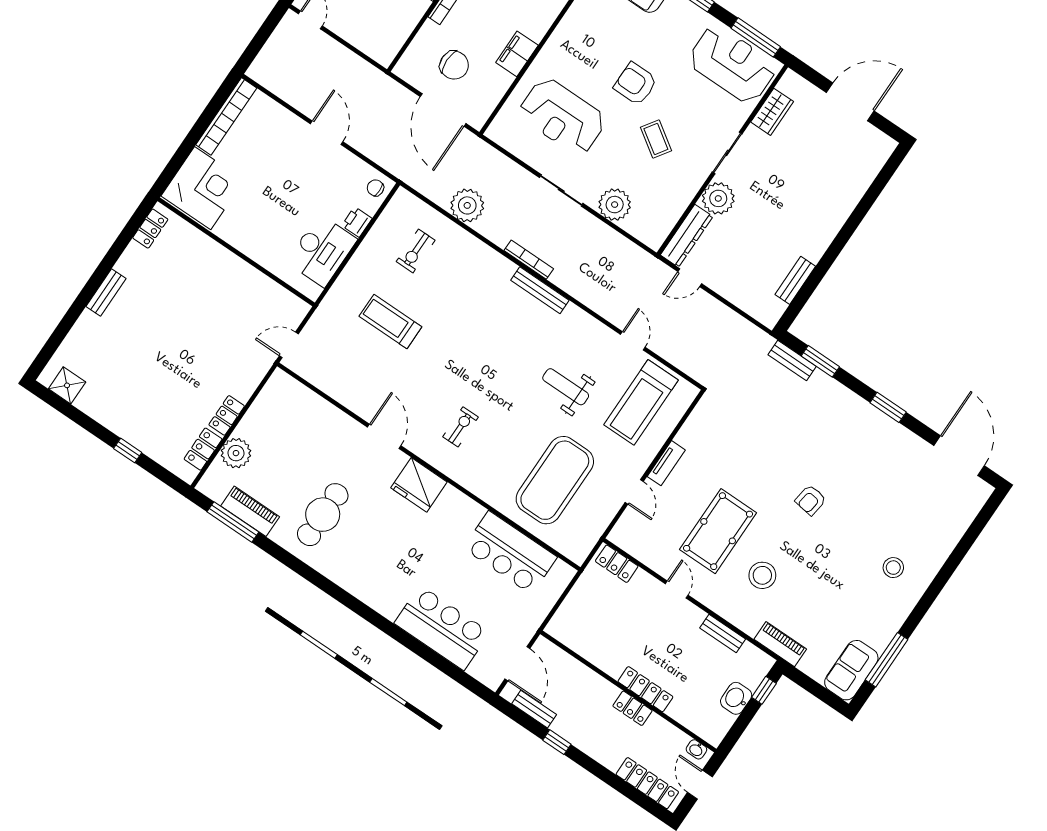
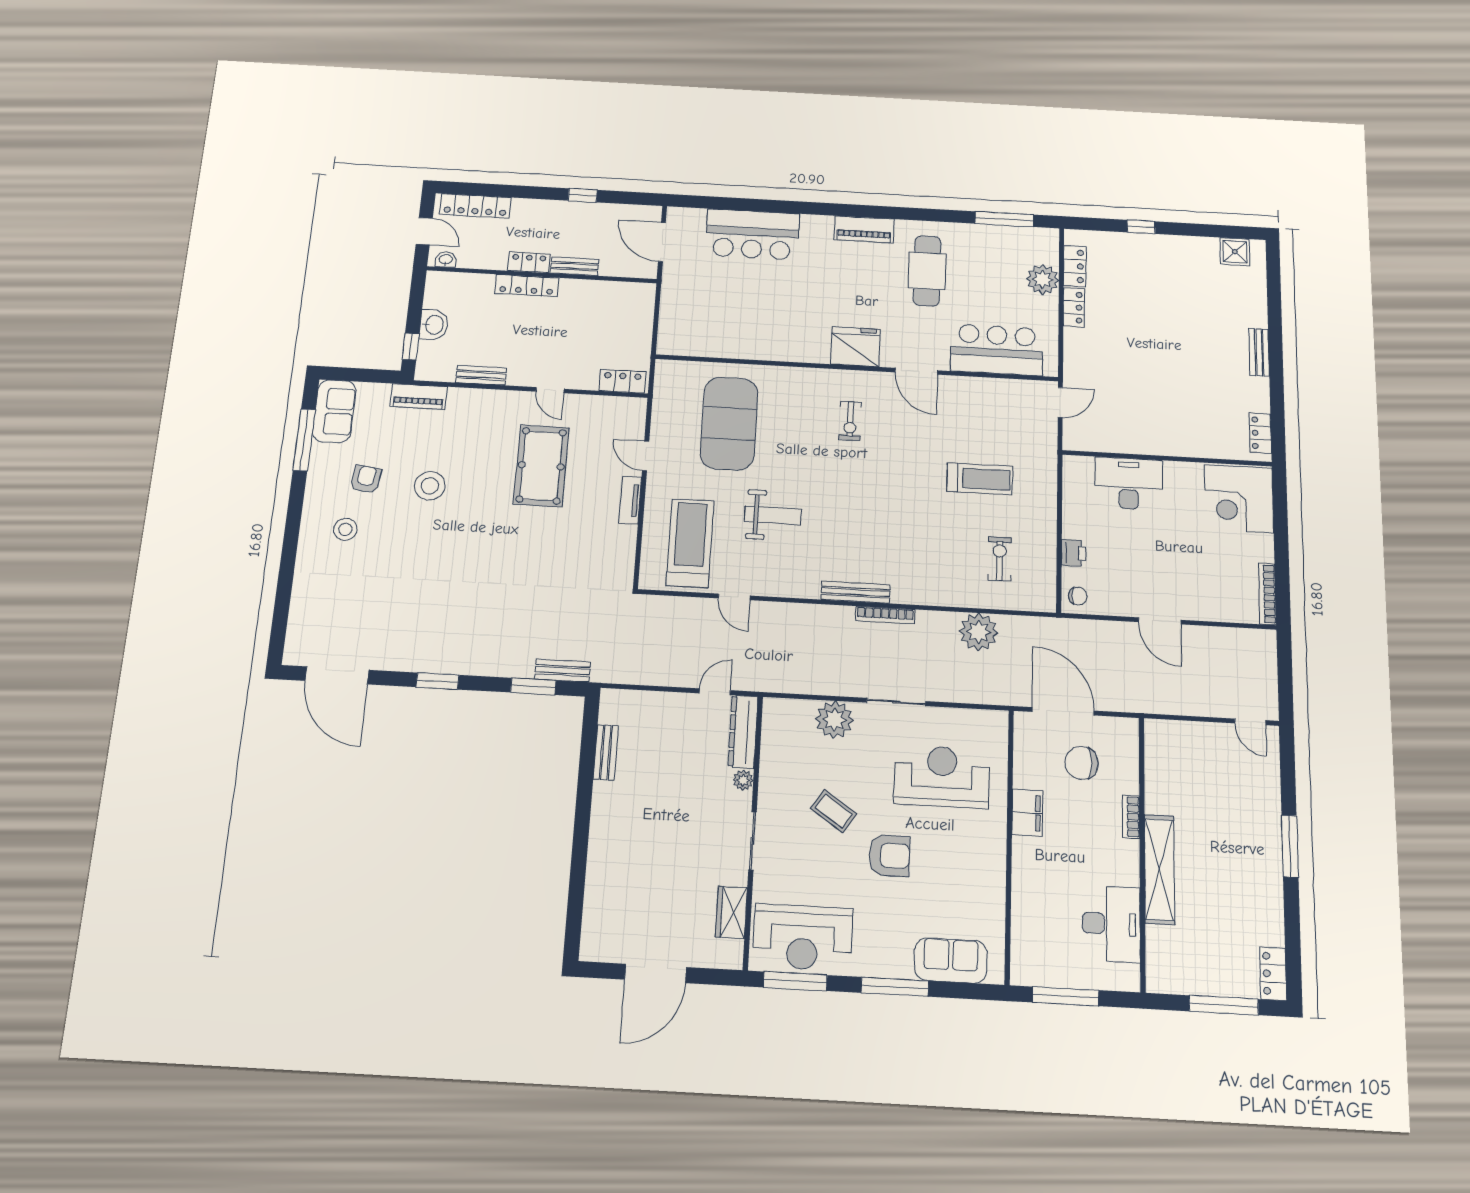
bookcase: (226, 116) -> (1267, 594), width x0.68, depth x0.76
plant: (718, 198) -> (743, 780), width x0.53, depth x0.53
desk: (322, 251) -> (1129, 483), moved, turned 90
armchair: (811, 500) -> (366, 479), moved
piano: (250, 511) -> (864, 229), moved
bar counter: (510, 553) -> (997, 350), moved
stool: (762, 575) -> (430, 486), moved
bench: (534, 709) -> (575, 266), moved

